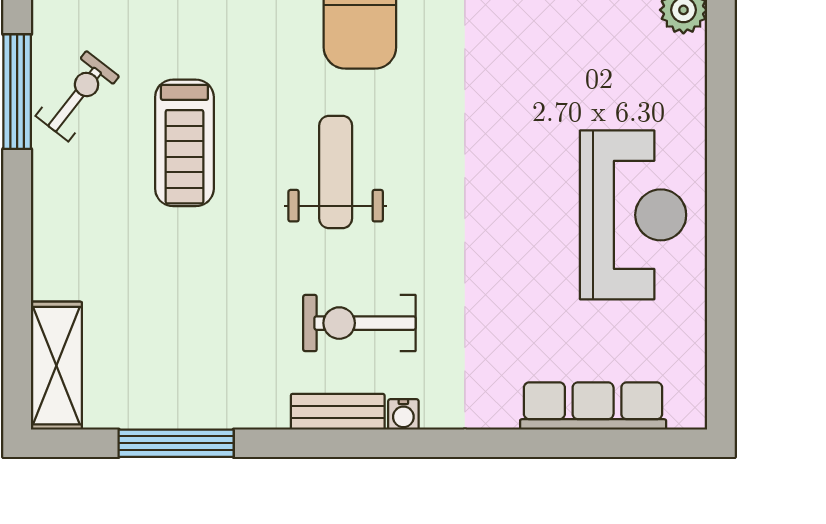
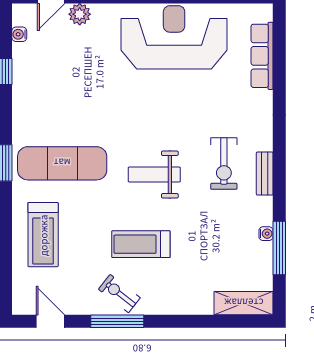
treadmill: (184, 143) -> (141, 244), turned 180
reception desk: (633, 215) -> (174, 37), width x1.36, depth x1.30
water cooler: (403, 414) -> (266, 234), moved

